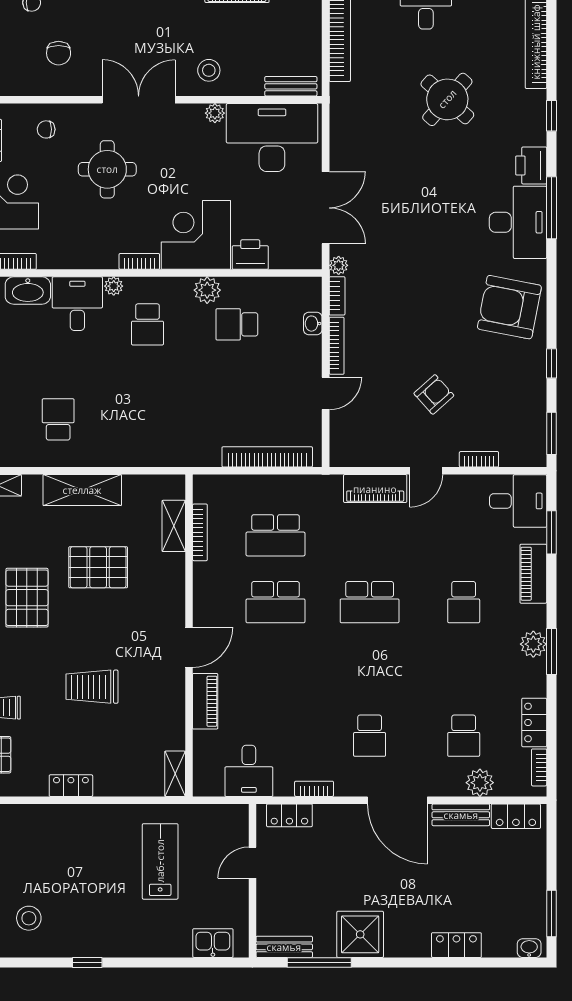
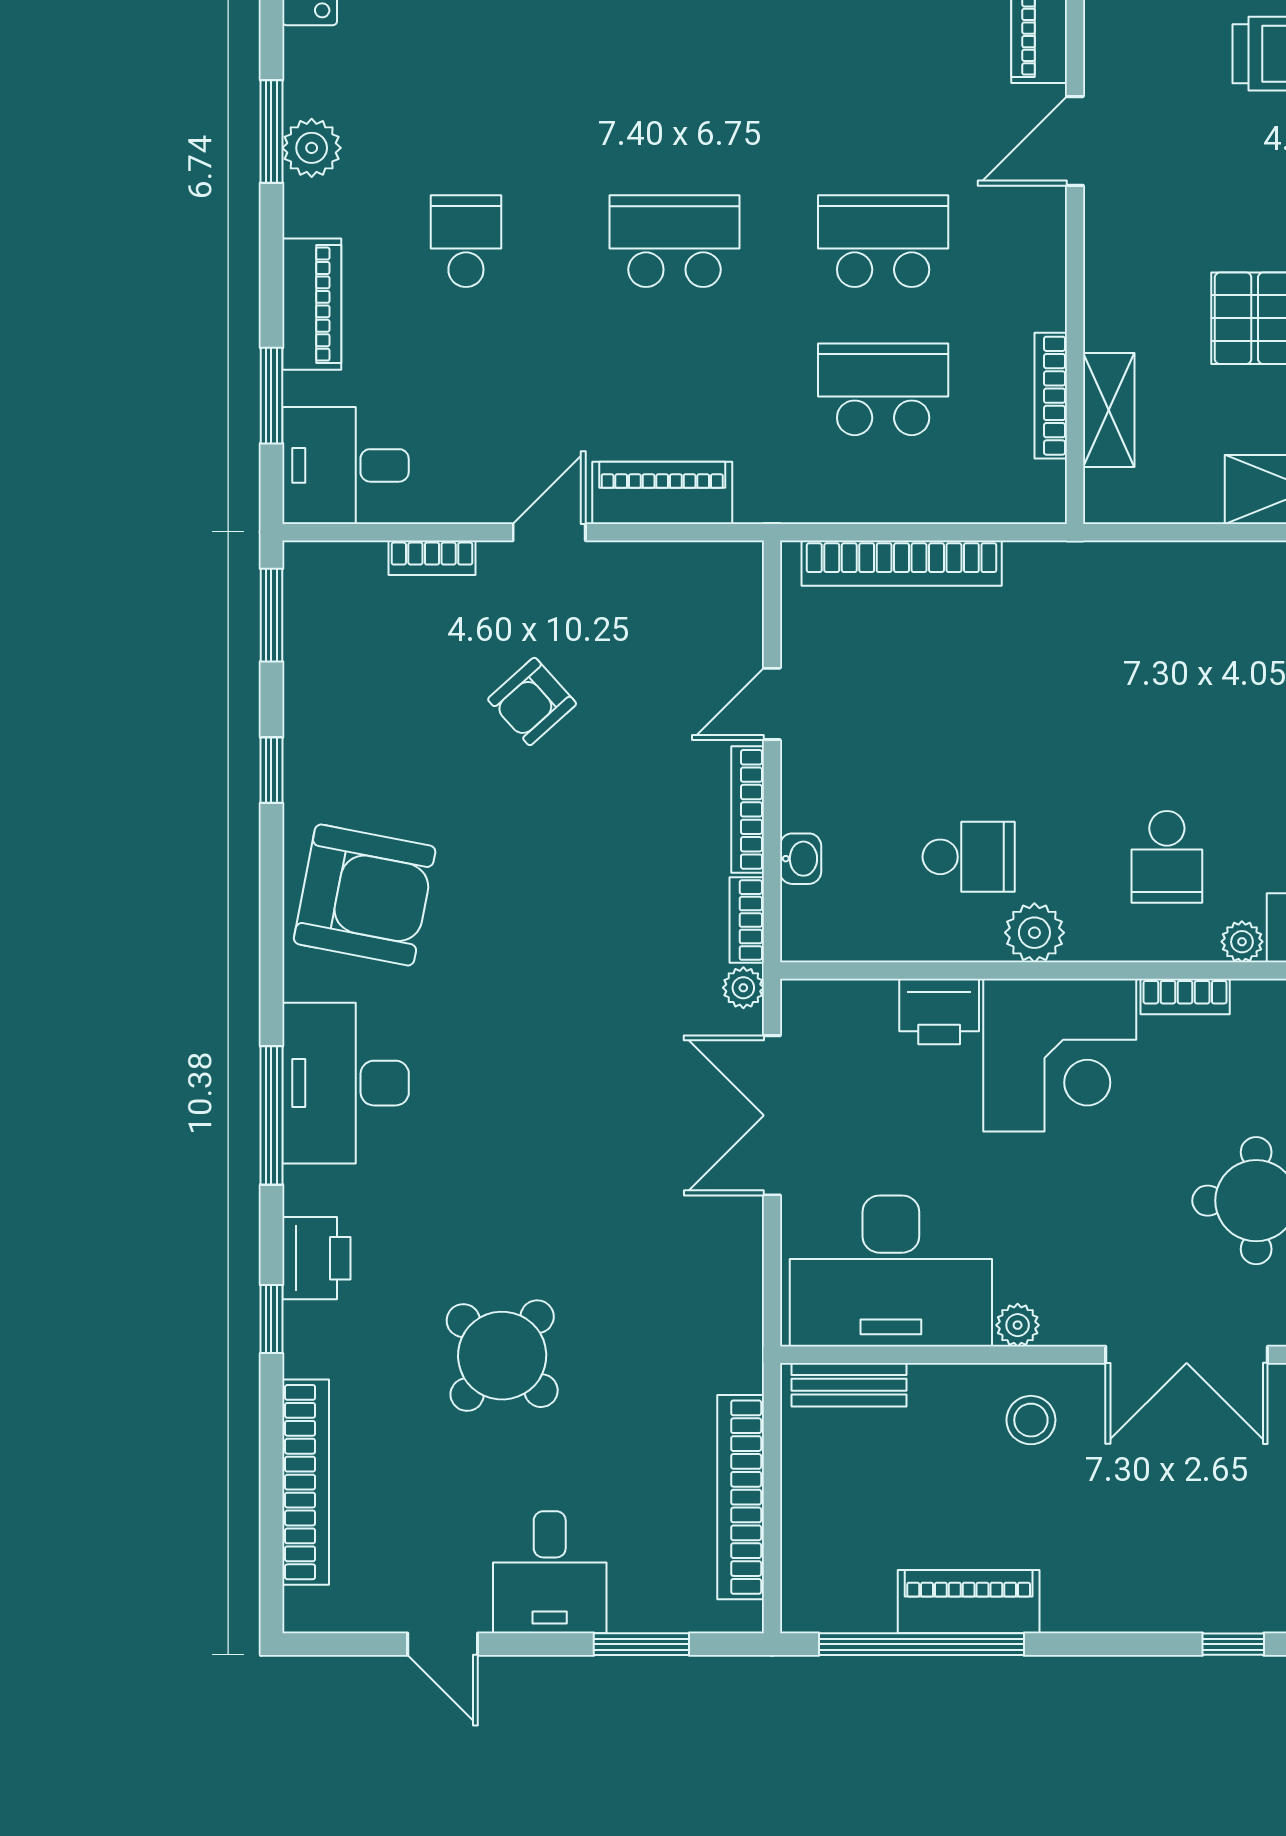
printer: (531, 165) -> (316, 1258), moved
school desk: (148, 324) -> (1167, 857), turned 180

